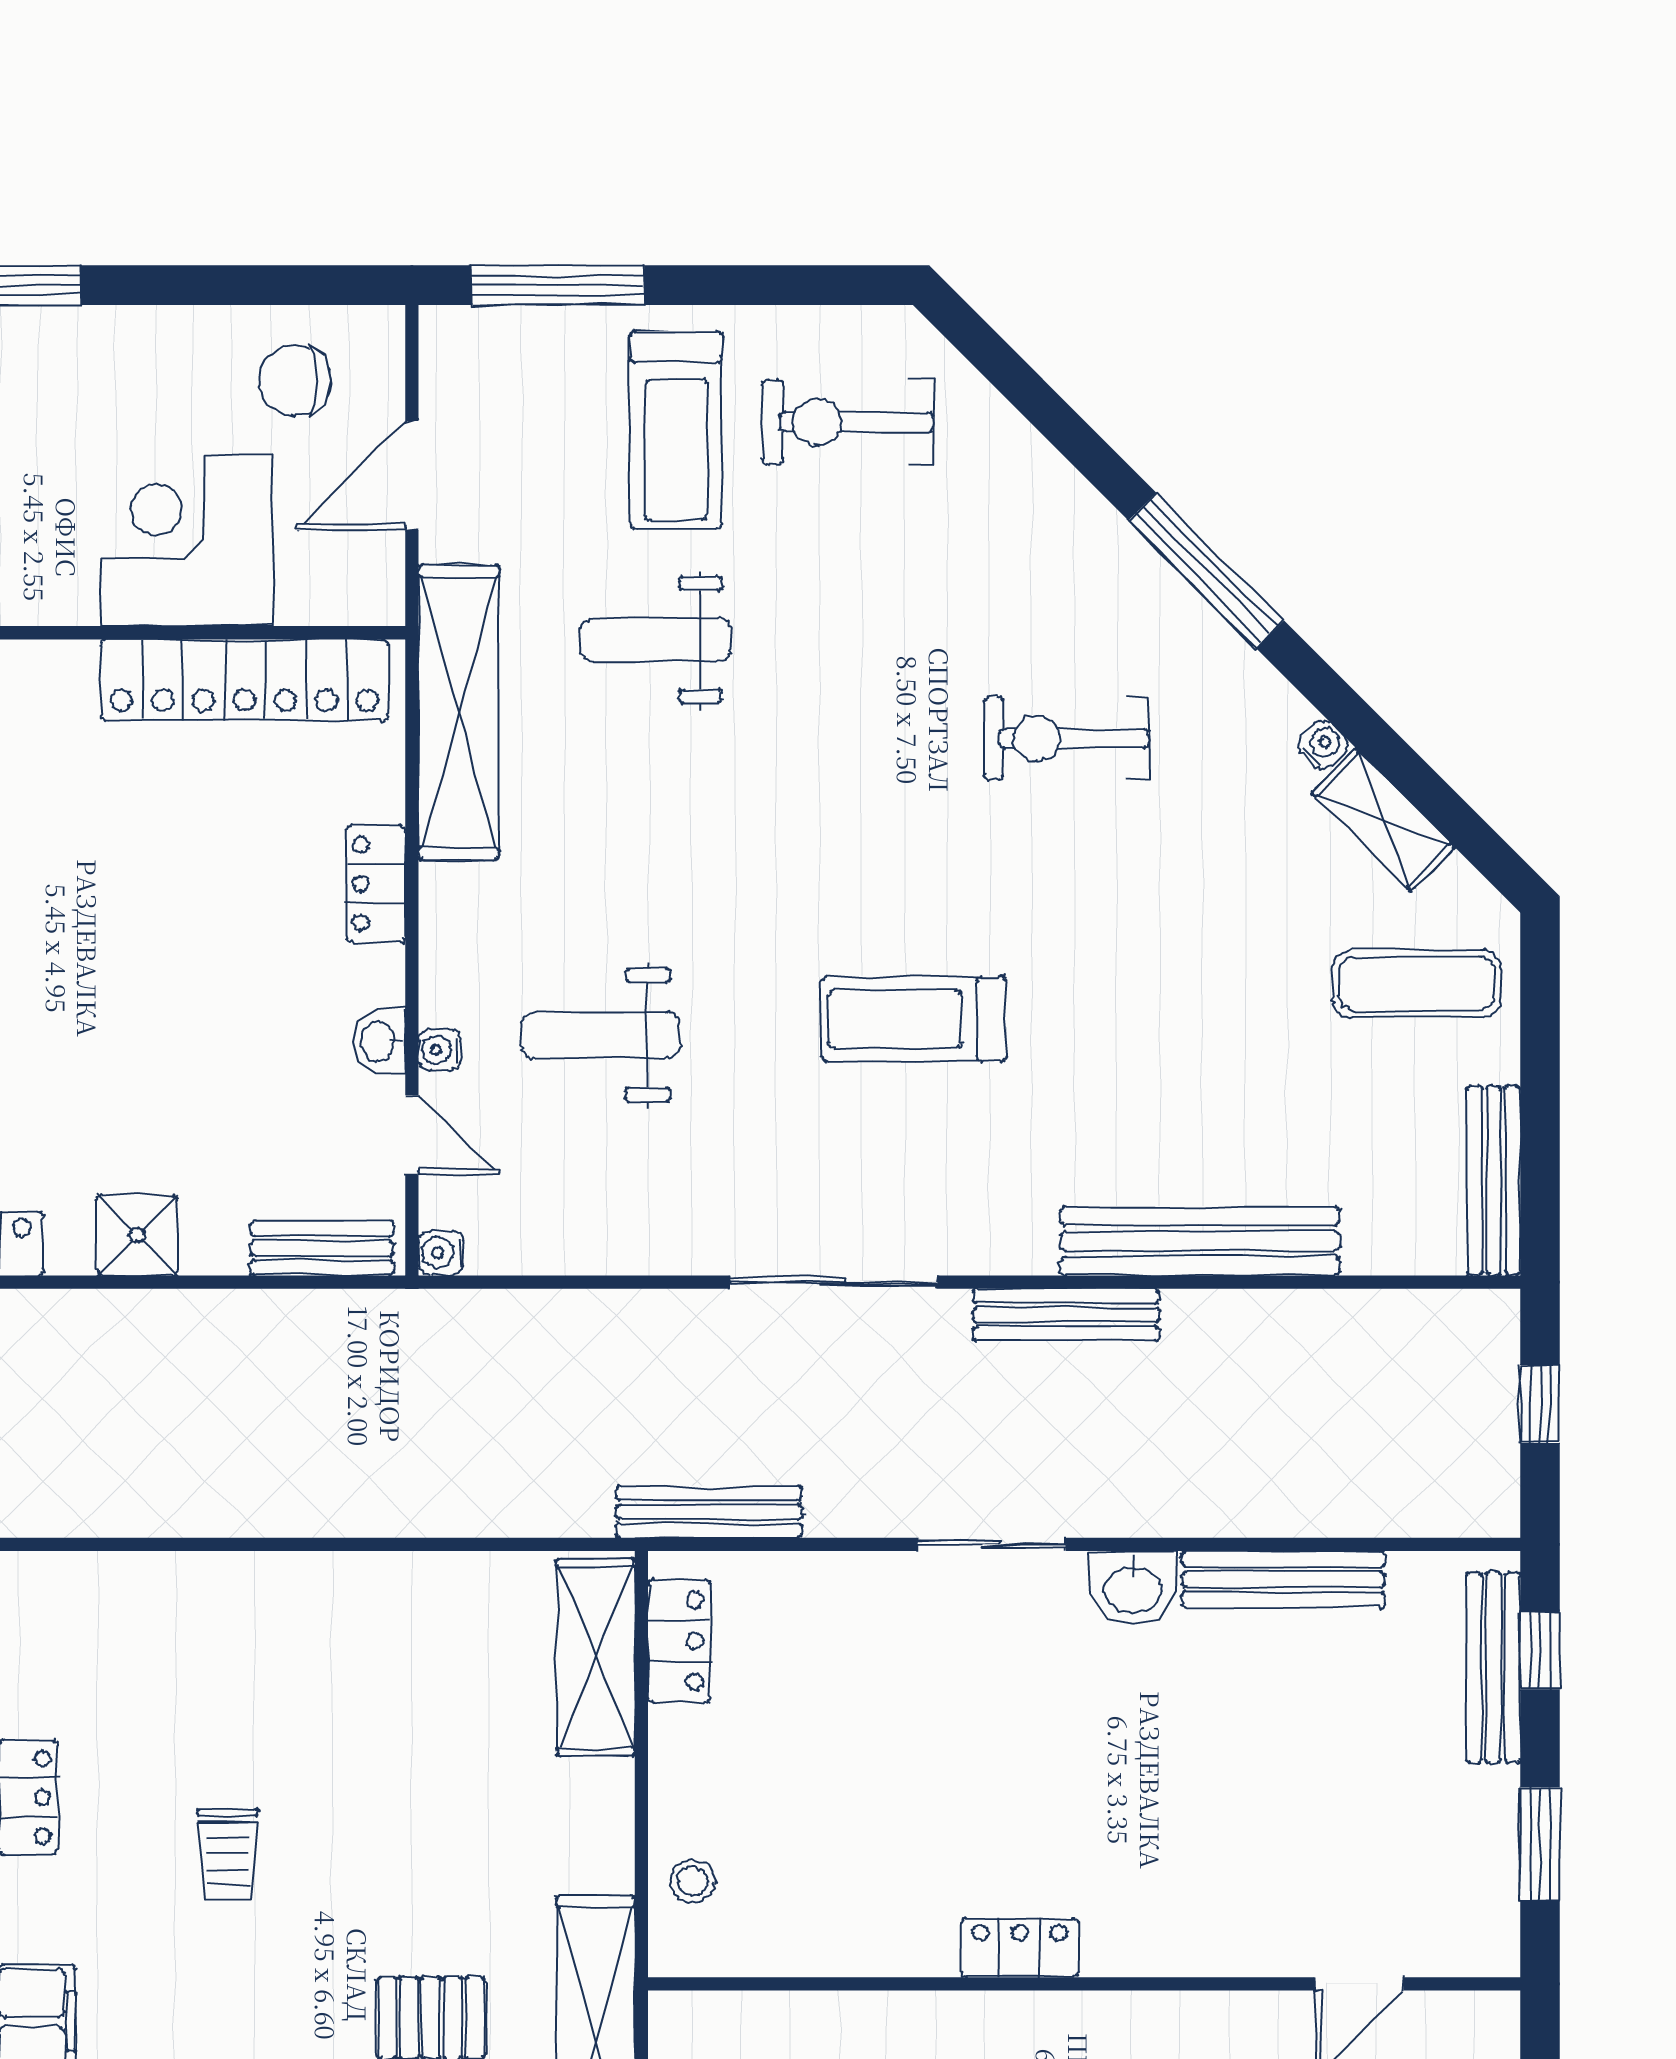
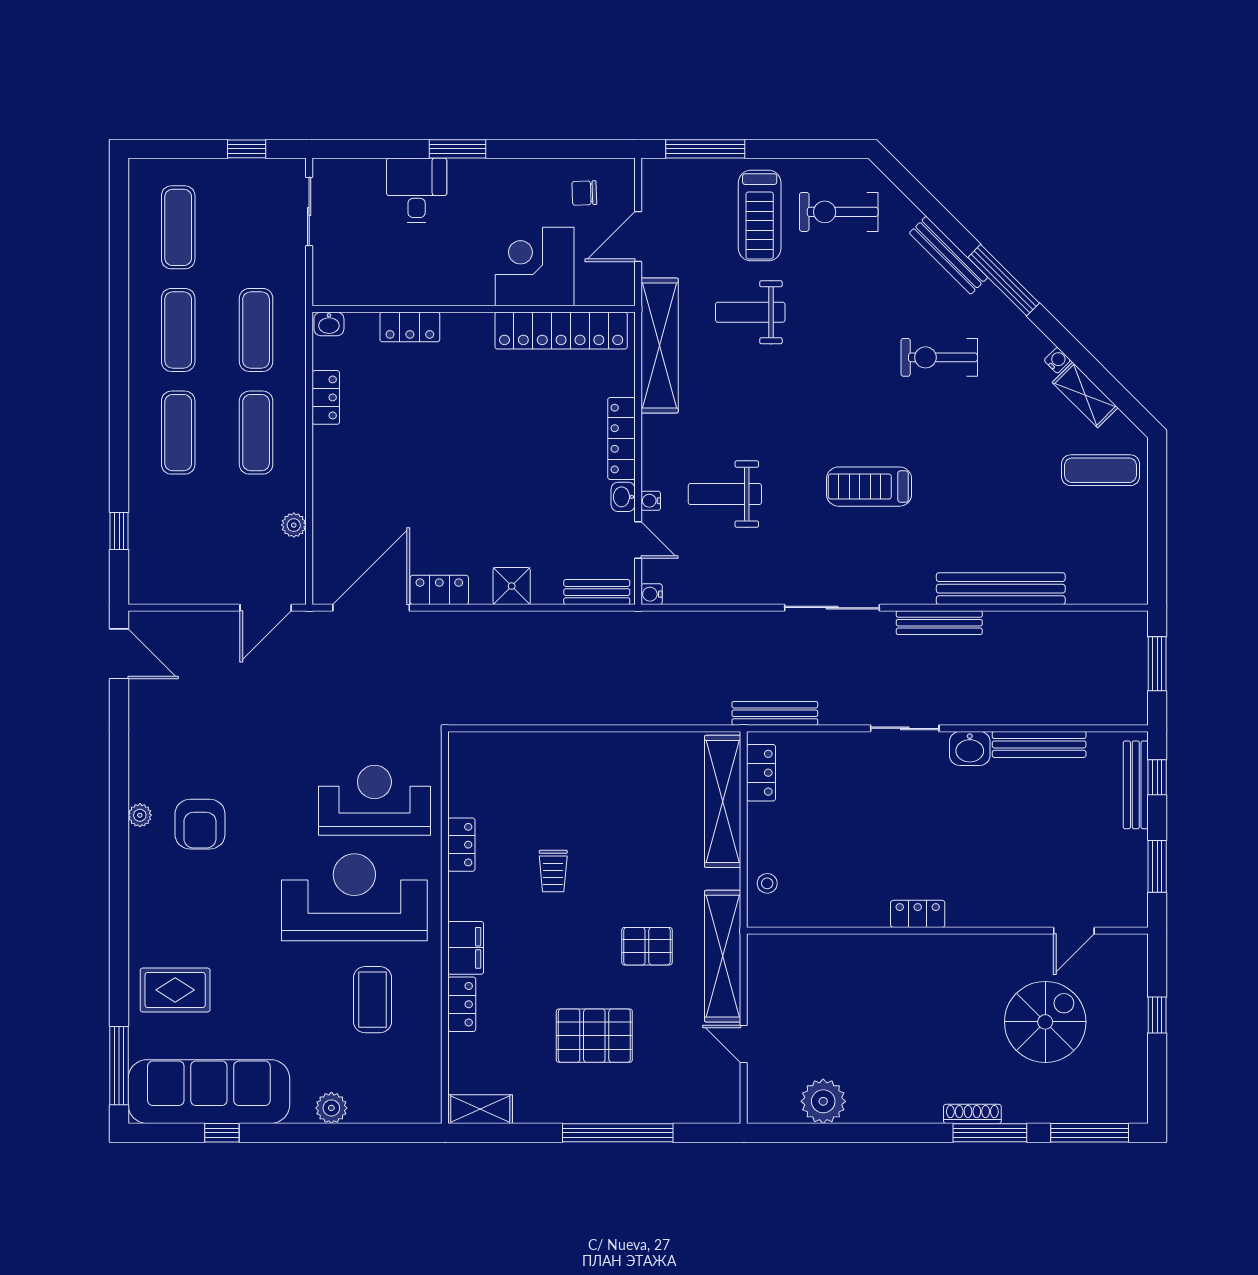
chair: (295, 381) -> (584, 193), width x0.73, depth x0.73
locker: (376, 884) -> (621, 439), width x1.53
bench: (1494, 1181) -> (948, 255), moved, turned -45
window: (1540, 1404) -> (1157, 664), width x1.50
shelving: (596, 1657) -> (723, 801), width x1.47

